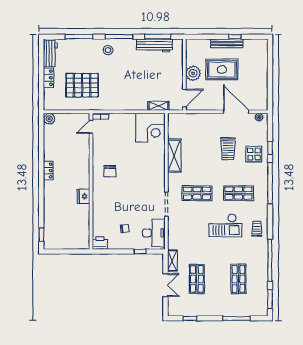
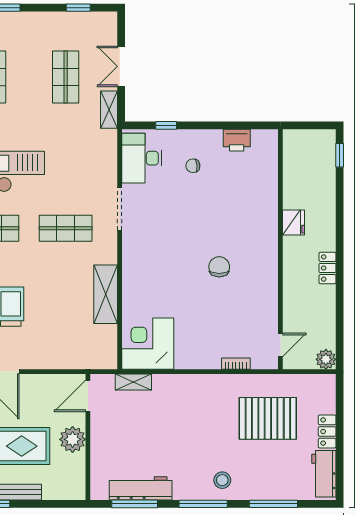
door: (91, 127) -> (280, 345), moved
wall: (91, 181) -> (280, 249), moved
fridge: (84, 196) -> (293, 223), moved

